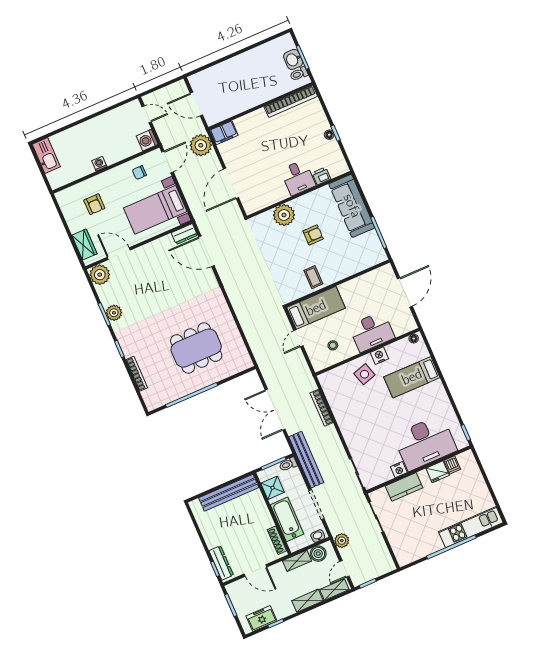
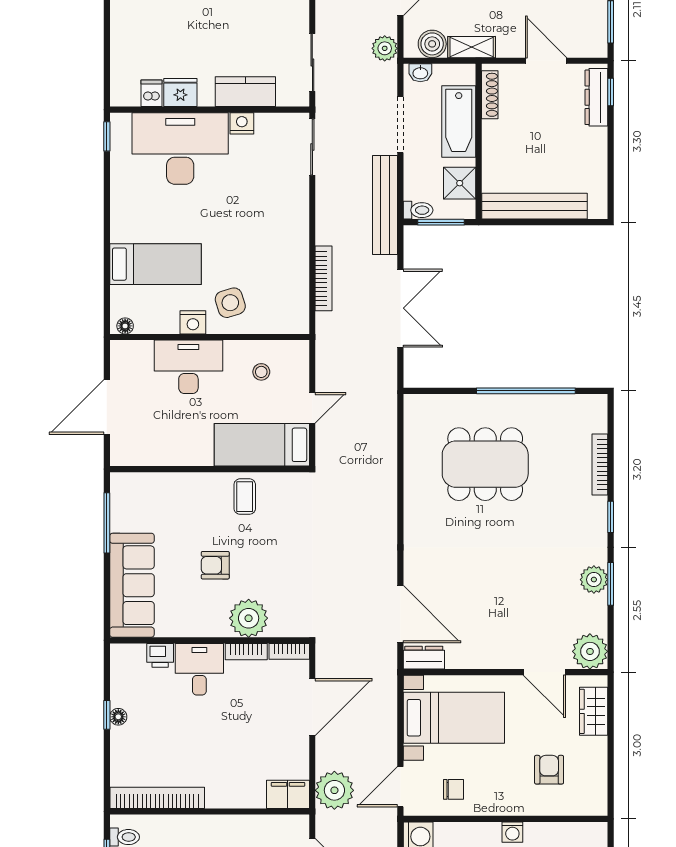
bookcase: (278, 197) -> (246, 652), added
bookcase: (255, 207) -> (289, 651), added

